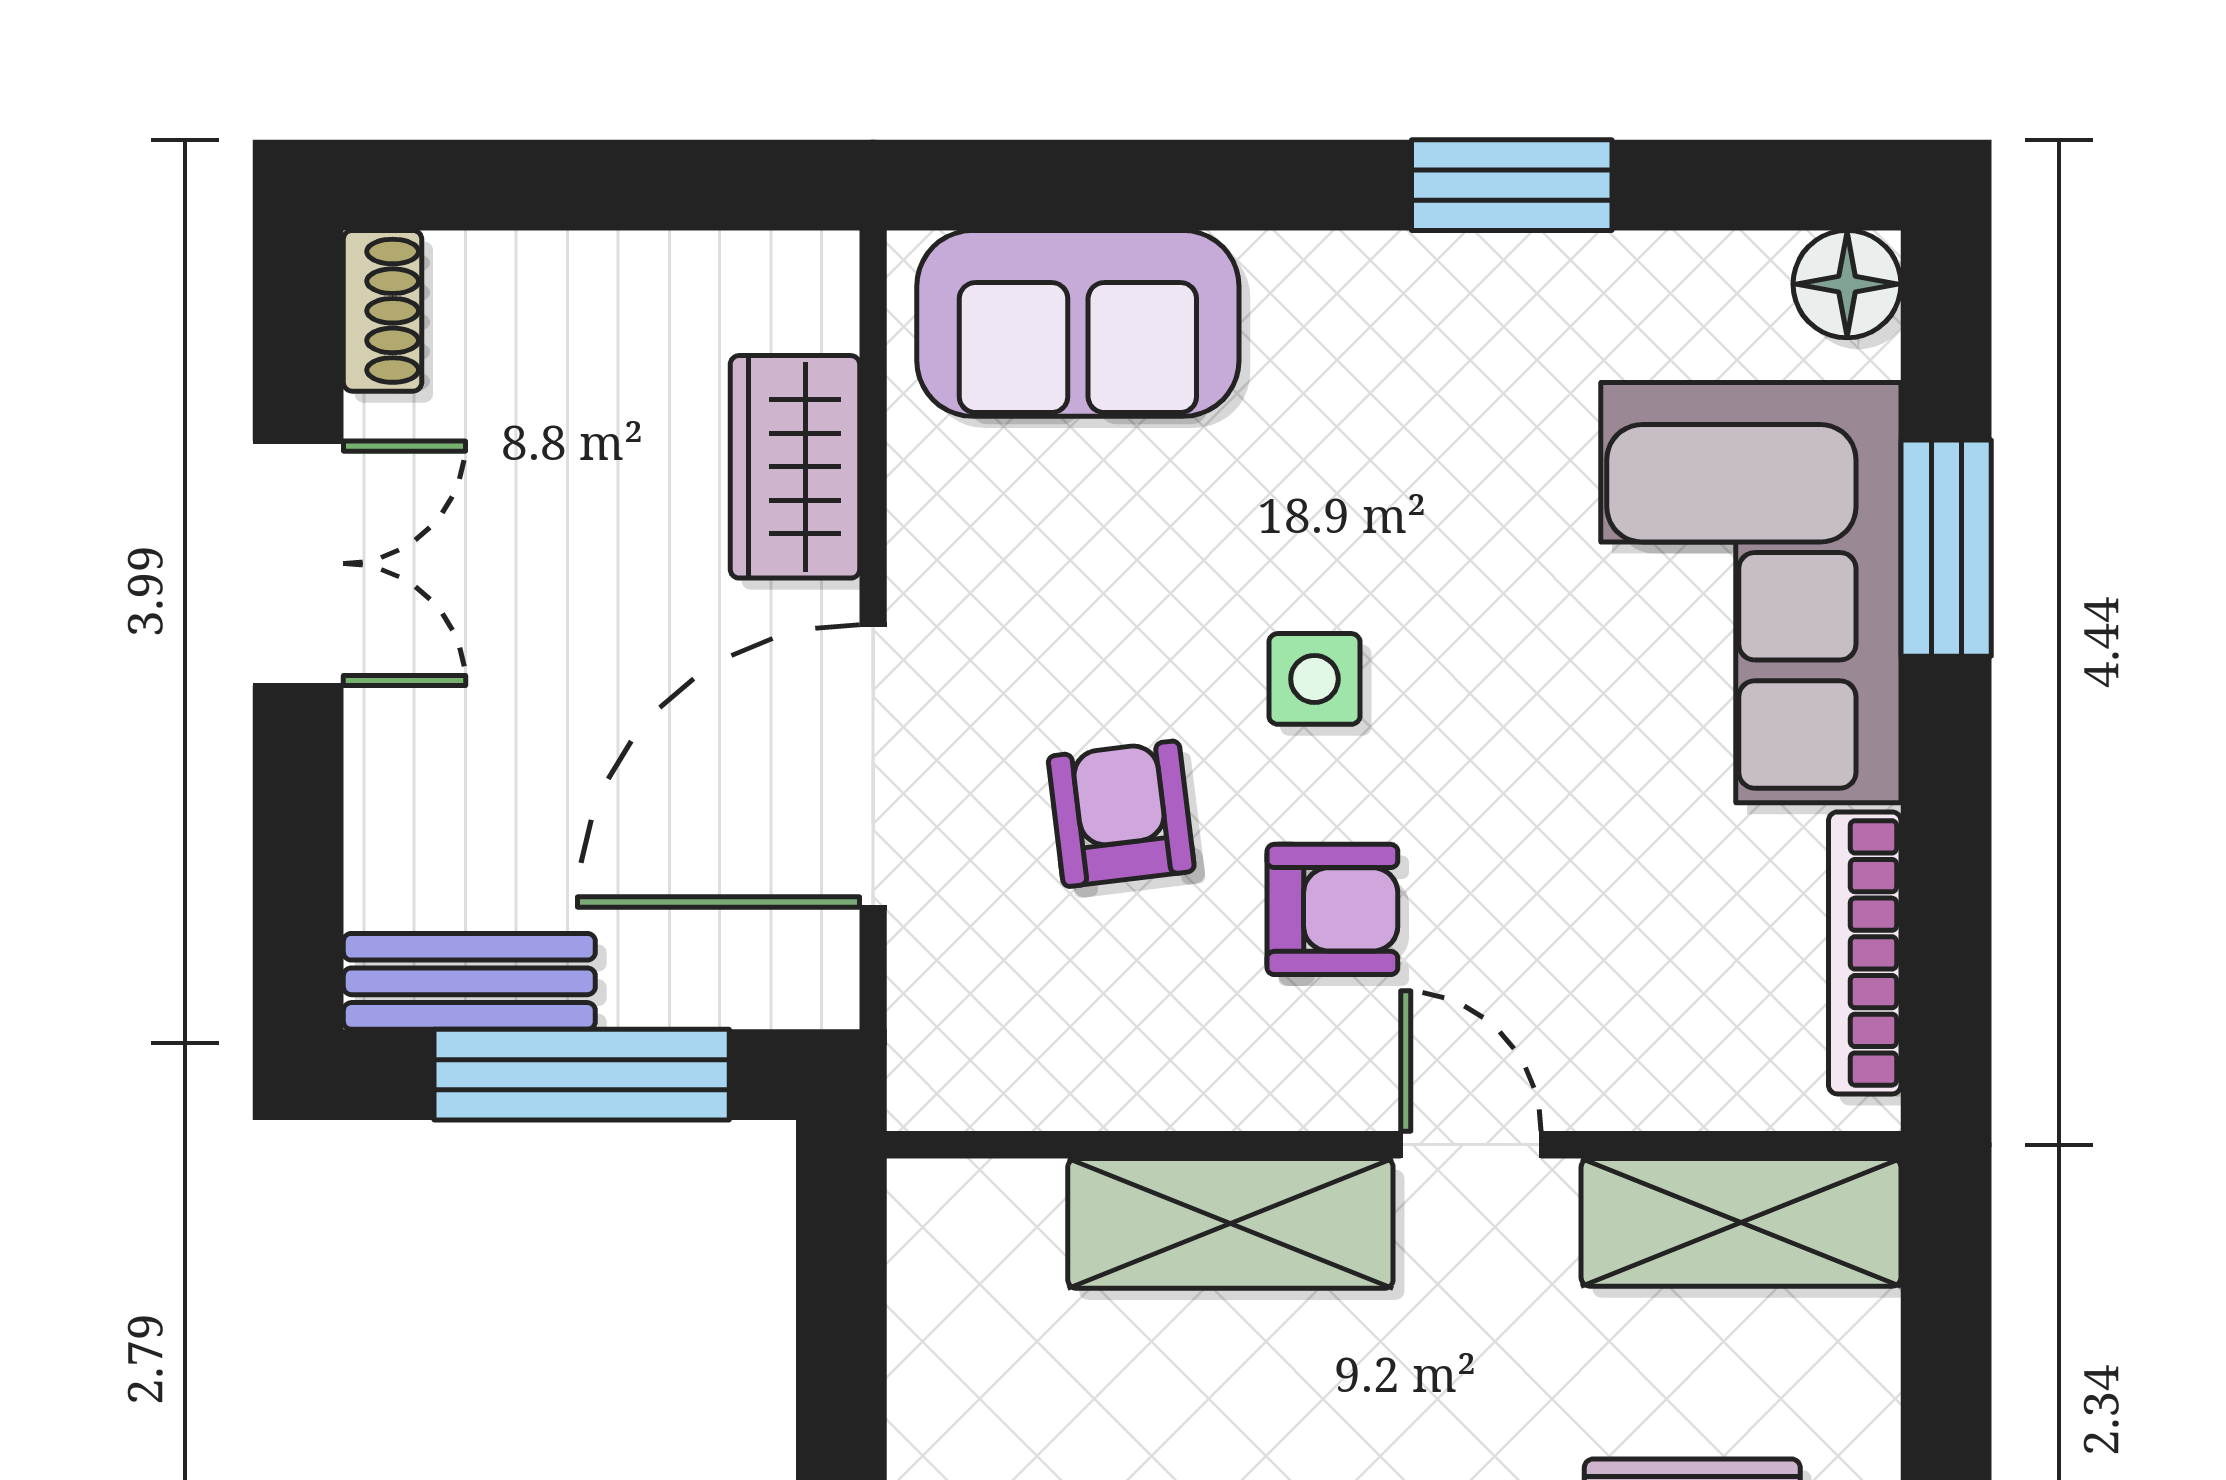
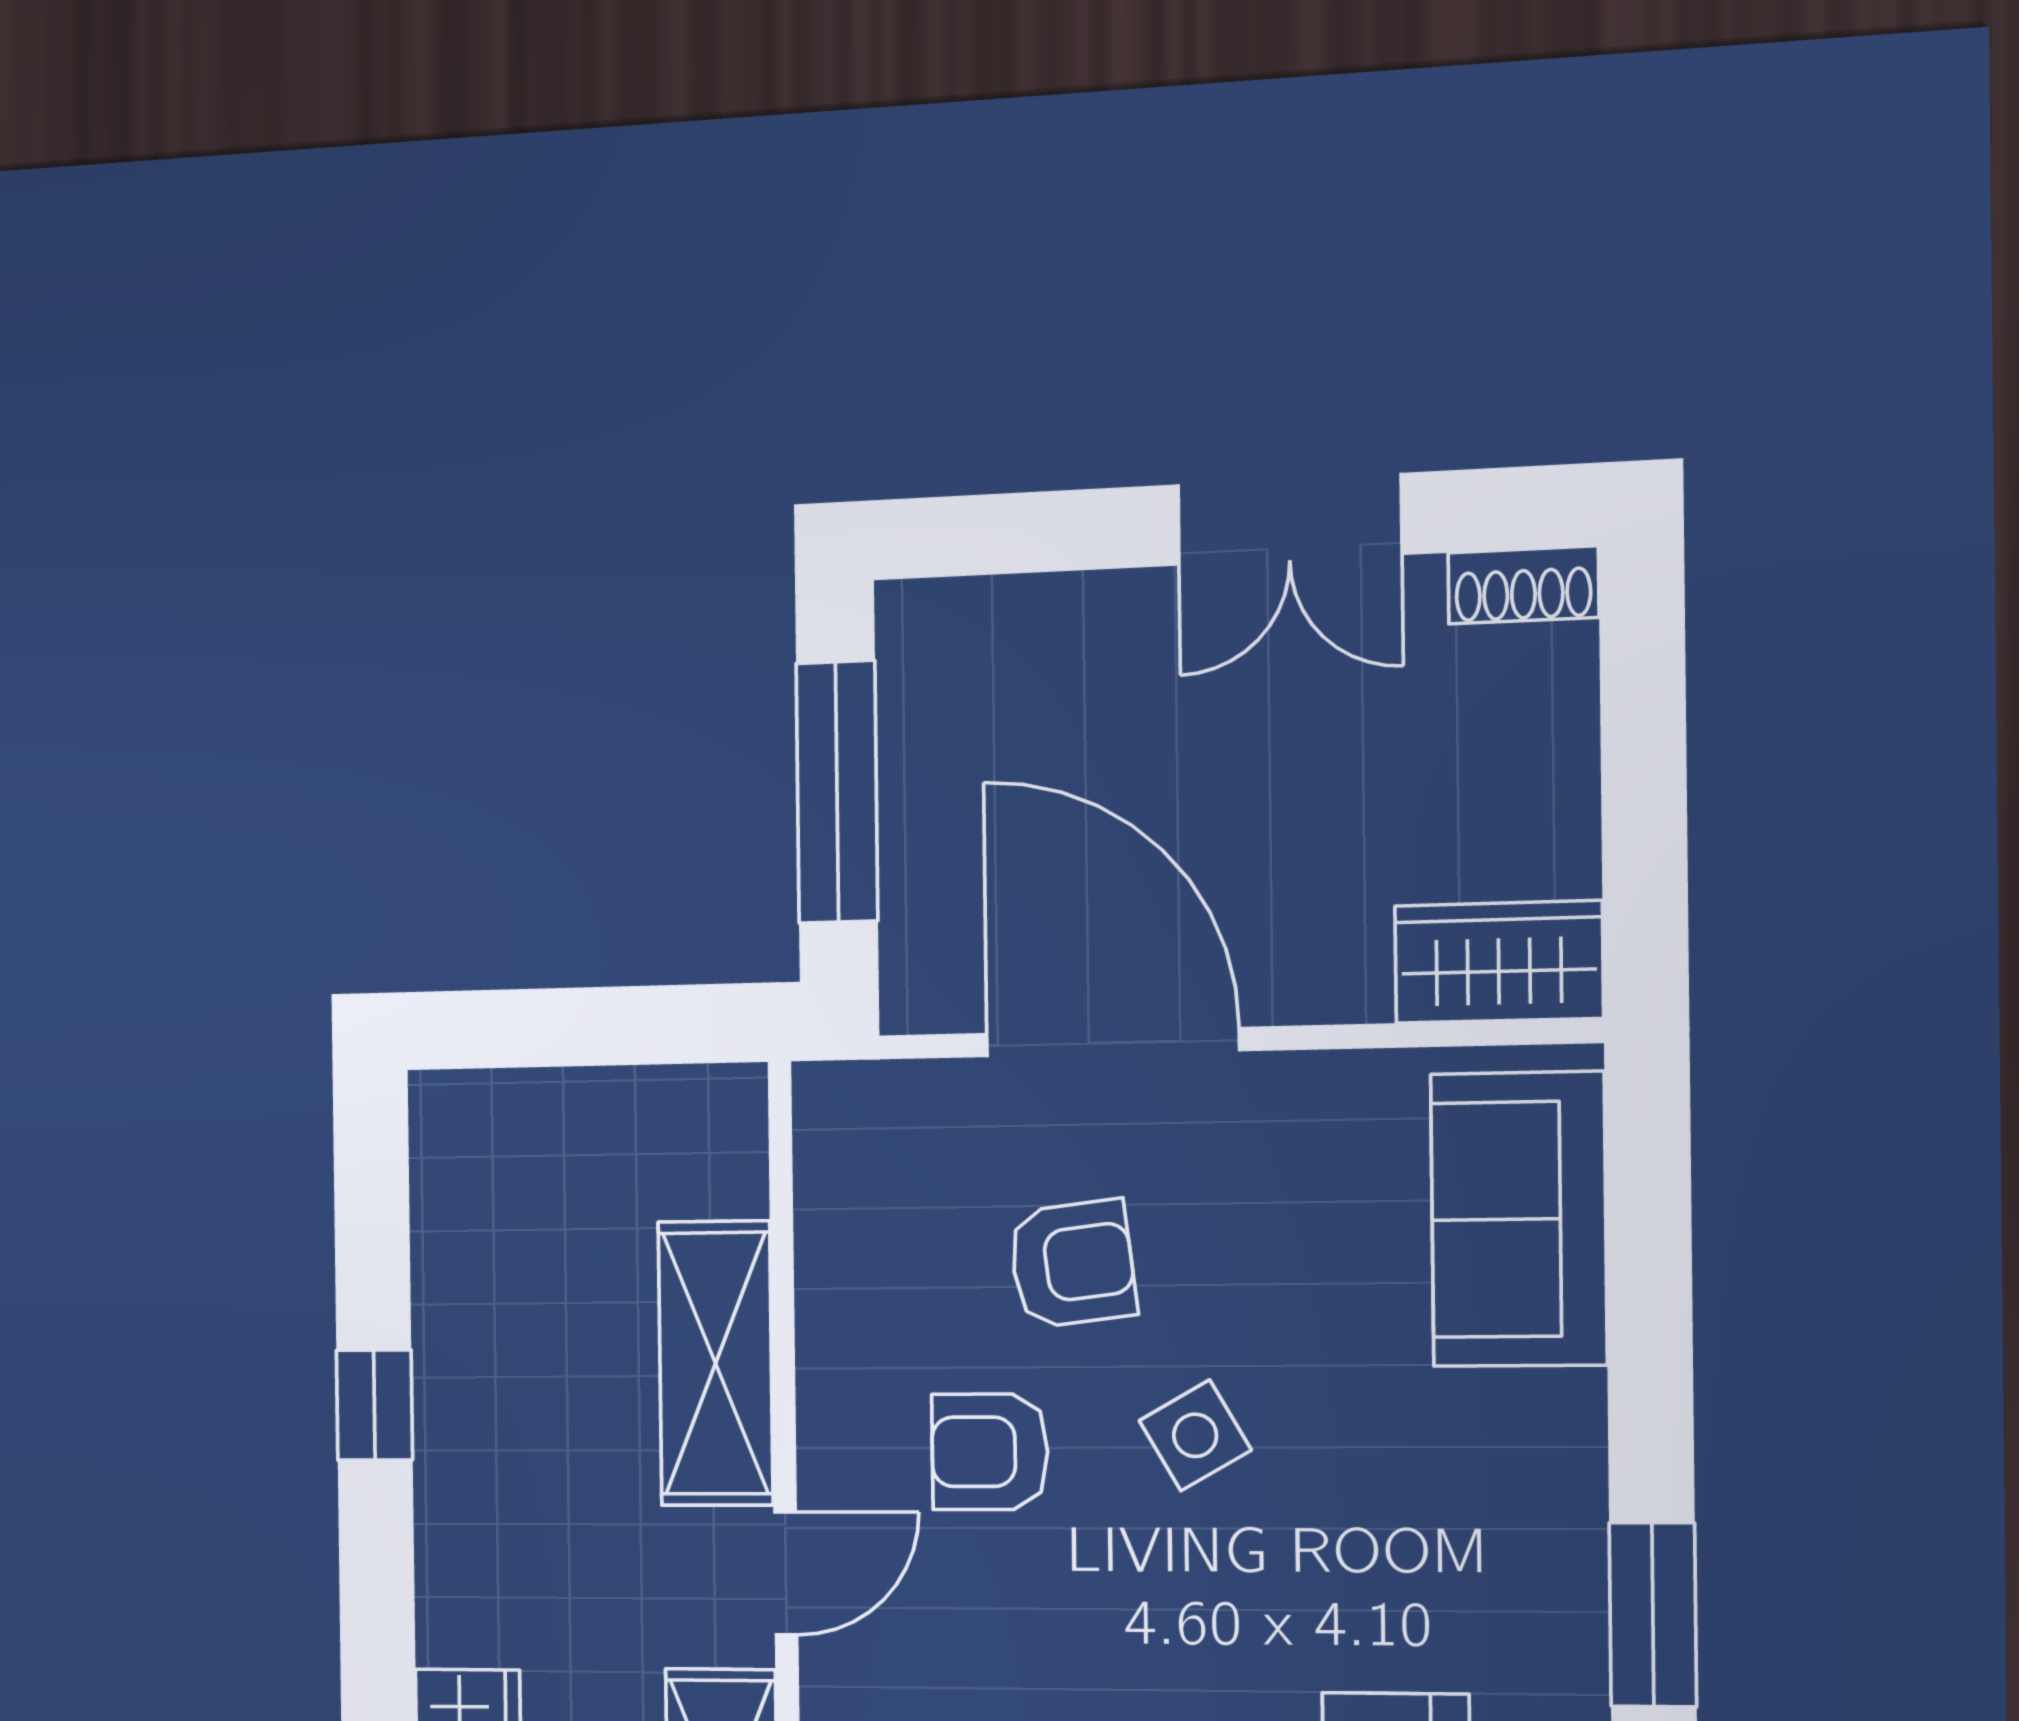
wardrobe: (795, 467) -> (1499, 962), moved
side table: (1314, 679) -> (1195, 1435), turned -30
armchair: (1332, 909) -> (990, 1452), turned 90
bench: (469, 981) -> (917, 690), removed

